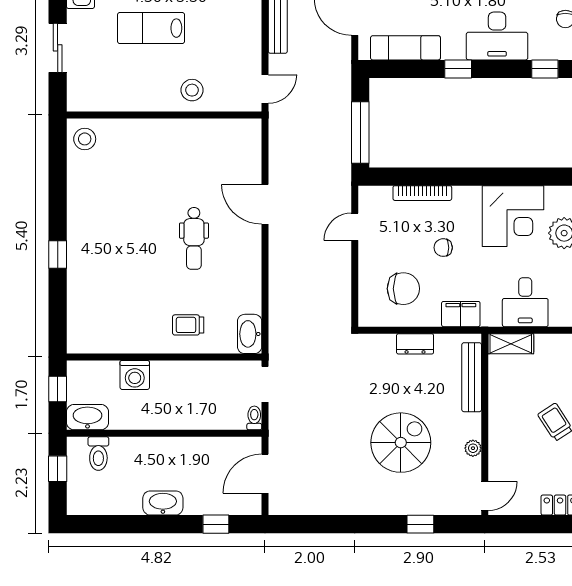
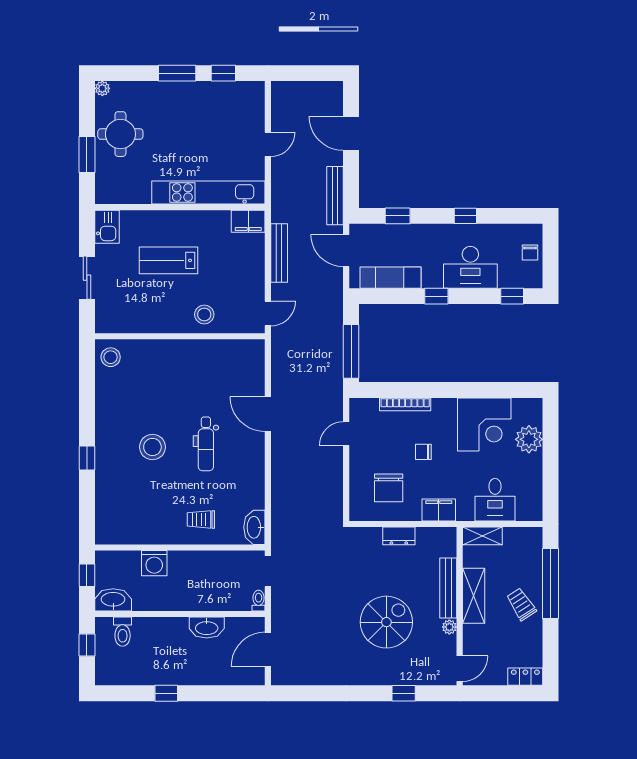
stool: (133, 242) -> (152, 447), added
chair: (403, 289) -> (389, 488), turned 90
bench: (472, 377) -> (448, 588), moved
shelving: (501, 412) -> (474, 596), added
washbasin: (163, 503) -> (207, 627), moved, turned 180
window: (216, 524) -> (166, 693), moved

